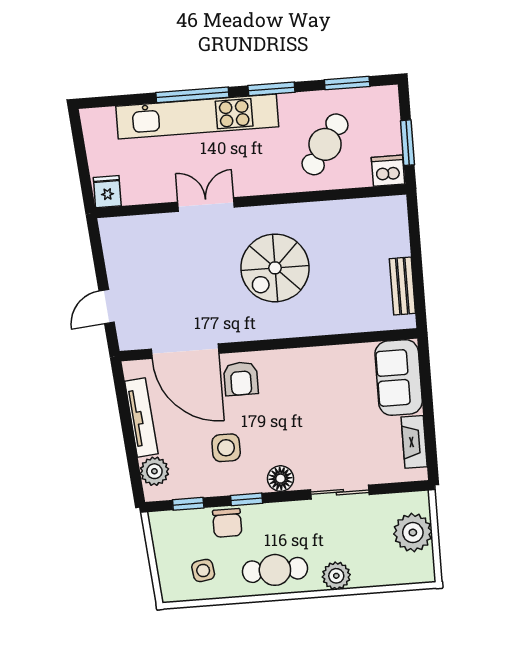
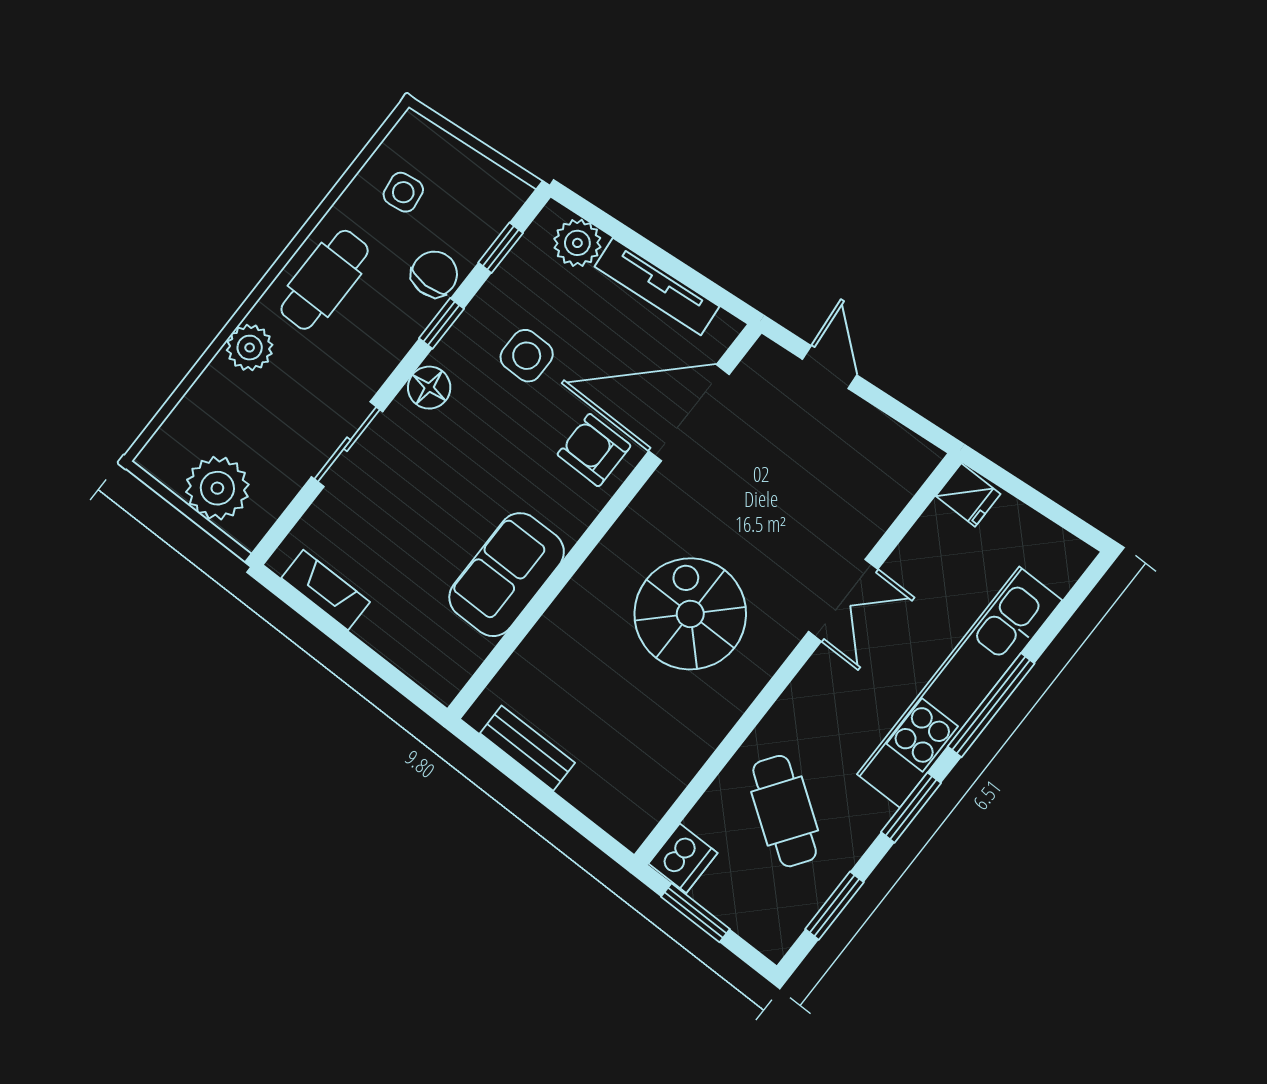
sofa: (399, 378) -> (507, 575), moved, turned -90
chair: (227, 523) -> (434, 274), turned 90

